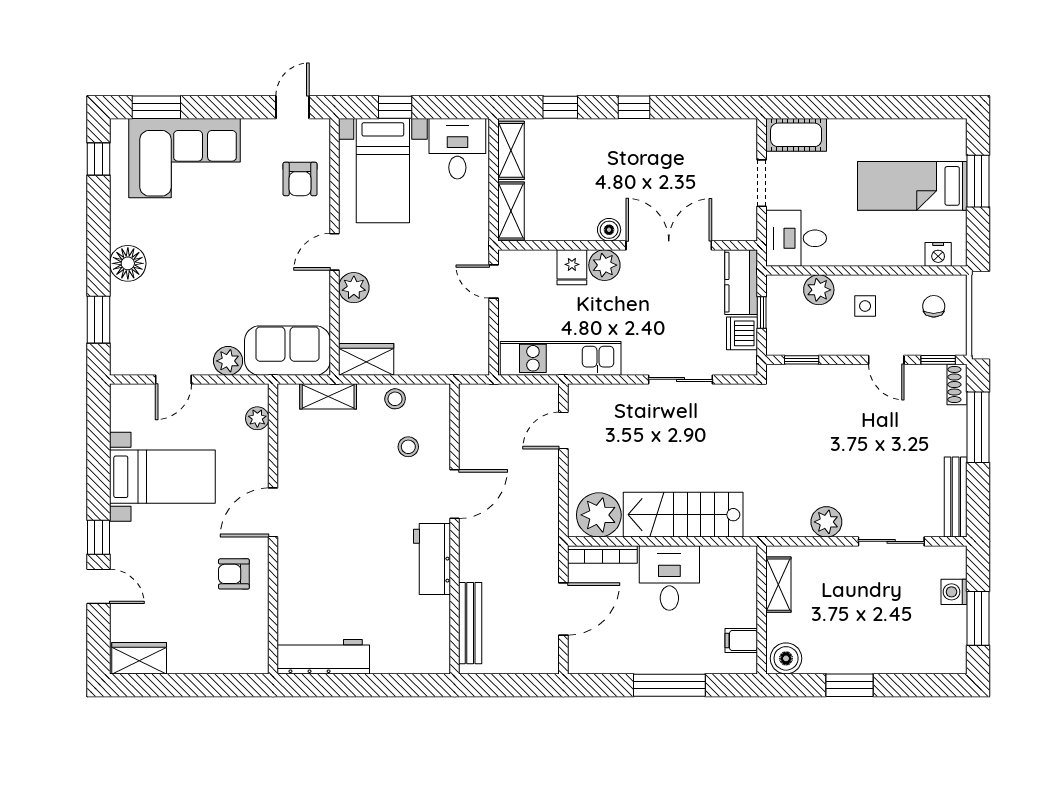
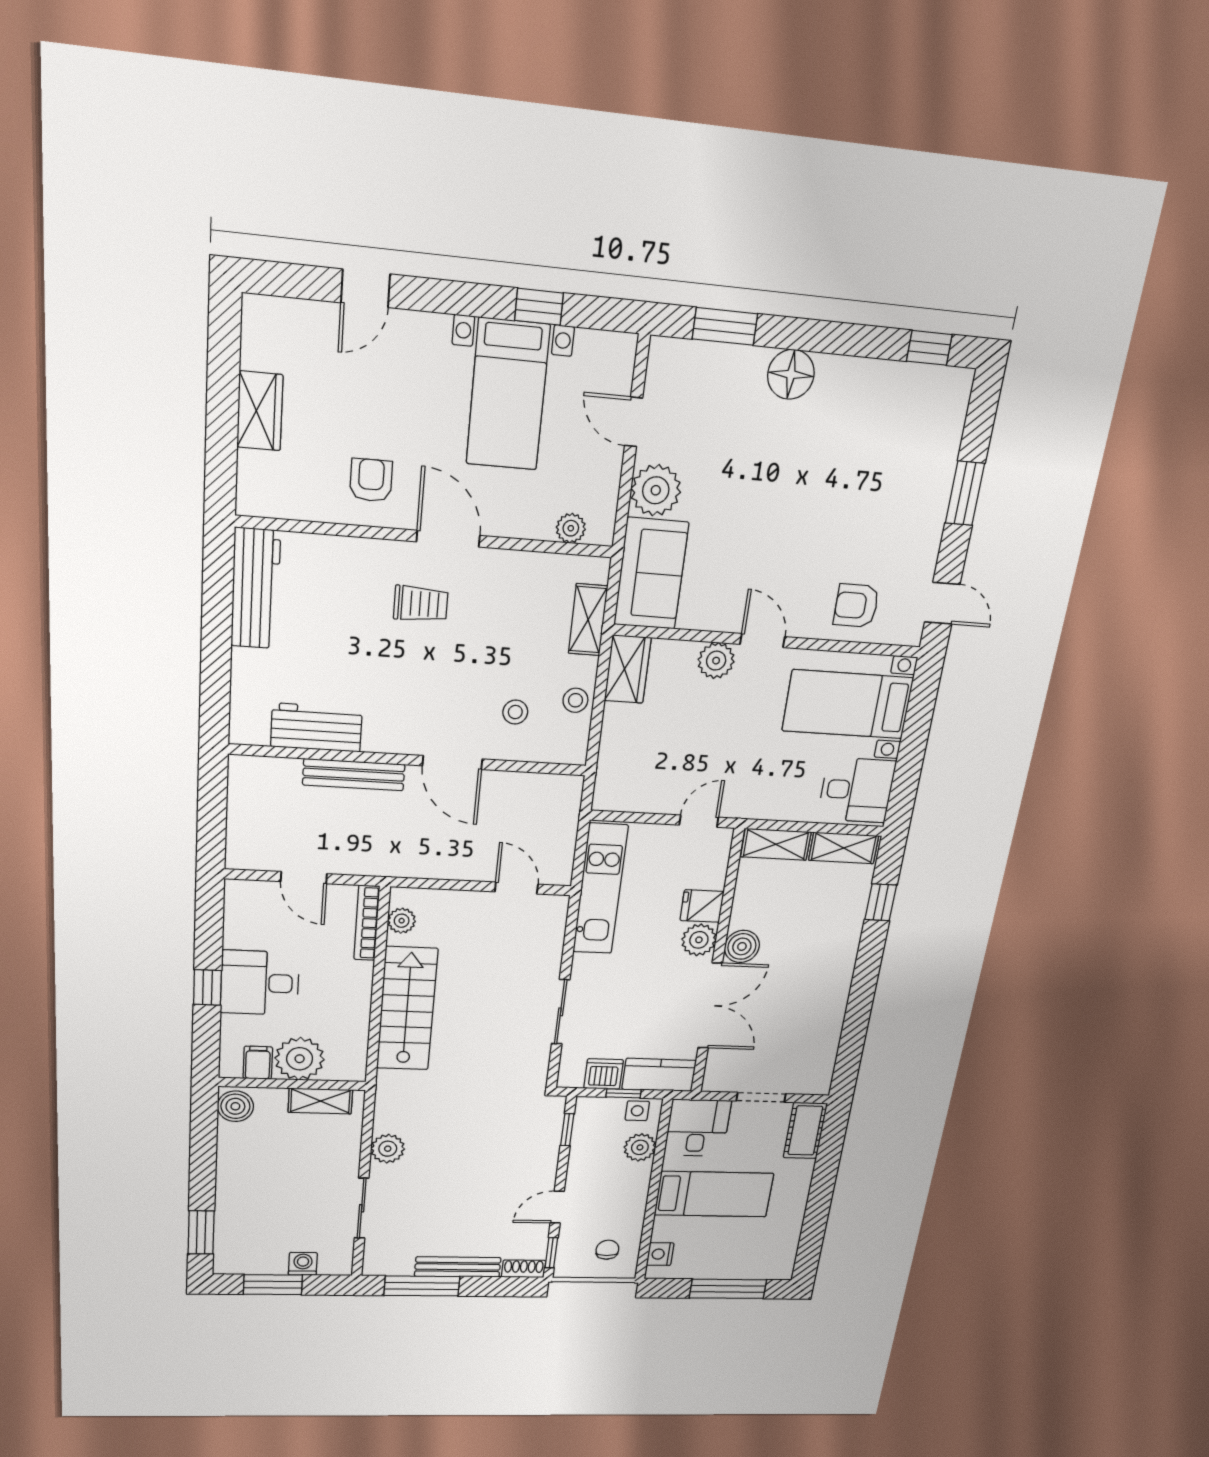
window: (156, 107) -> (965, 493), moved
window: (395, 107) -> (918, 723), removed
window: (634, 107) -> (865, 977), removed
corner sofa: (184, 158) -> (909, 463), removed
window: (978, 181) -> (728, 1289), width x1.44
bed: (912, 186) -> (714, 1194), moved, turned 90
boiler: (609, 230) -> (742, 946), width x1.36, depth x1.36
side table: (865, 306) -> (637, 1111), moved
chair: (934, 306) -> (607, 1250), turned -90
plant: (228, 361) -> (656, 490), width x1.36, depth x1.36
window: (978, 427) -> (422, 1286), moved
bench: (956, 497) -> (458, 1267), moved
plant: (599, 515) -> (402, 921), width x0.53, depth x0.53
trolley: (325, 530) -> (421, 604), added
window: (99, 537) -> (539, 307), moved
workbench: (432, 559) -> (316, 727), moved
desk: (669, 578) -> (260, 983), moved, turned 180
plant: (736, 605) -> (300, 1059), added
door: (563, 609) -> (304, 878), width x0.73
bench: (470, 623) -> (354, 775), moved
wardrobe: (139, 658) -> (260, 411), moved
window: (669, 685) -> (207, 987), width x0.46
window: (850, 685) -> (201, 1232), moved

